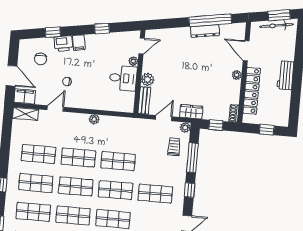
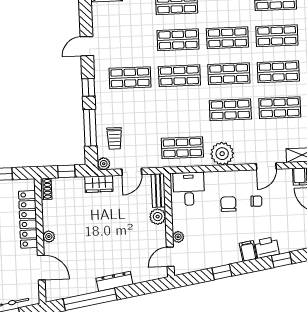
dresser: (205, 31) -> (114, 281), moved
chair: (41, 59) -> (228, 204), moved
desk: (123, 78) -> (189, 189), moved, turned 90
plant: (94, 119) -> (222, 154), width x1.87, depth x1.87
shop shelf: (118, 161) -> (182, 148), moved

